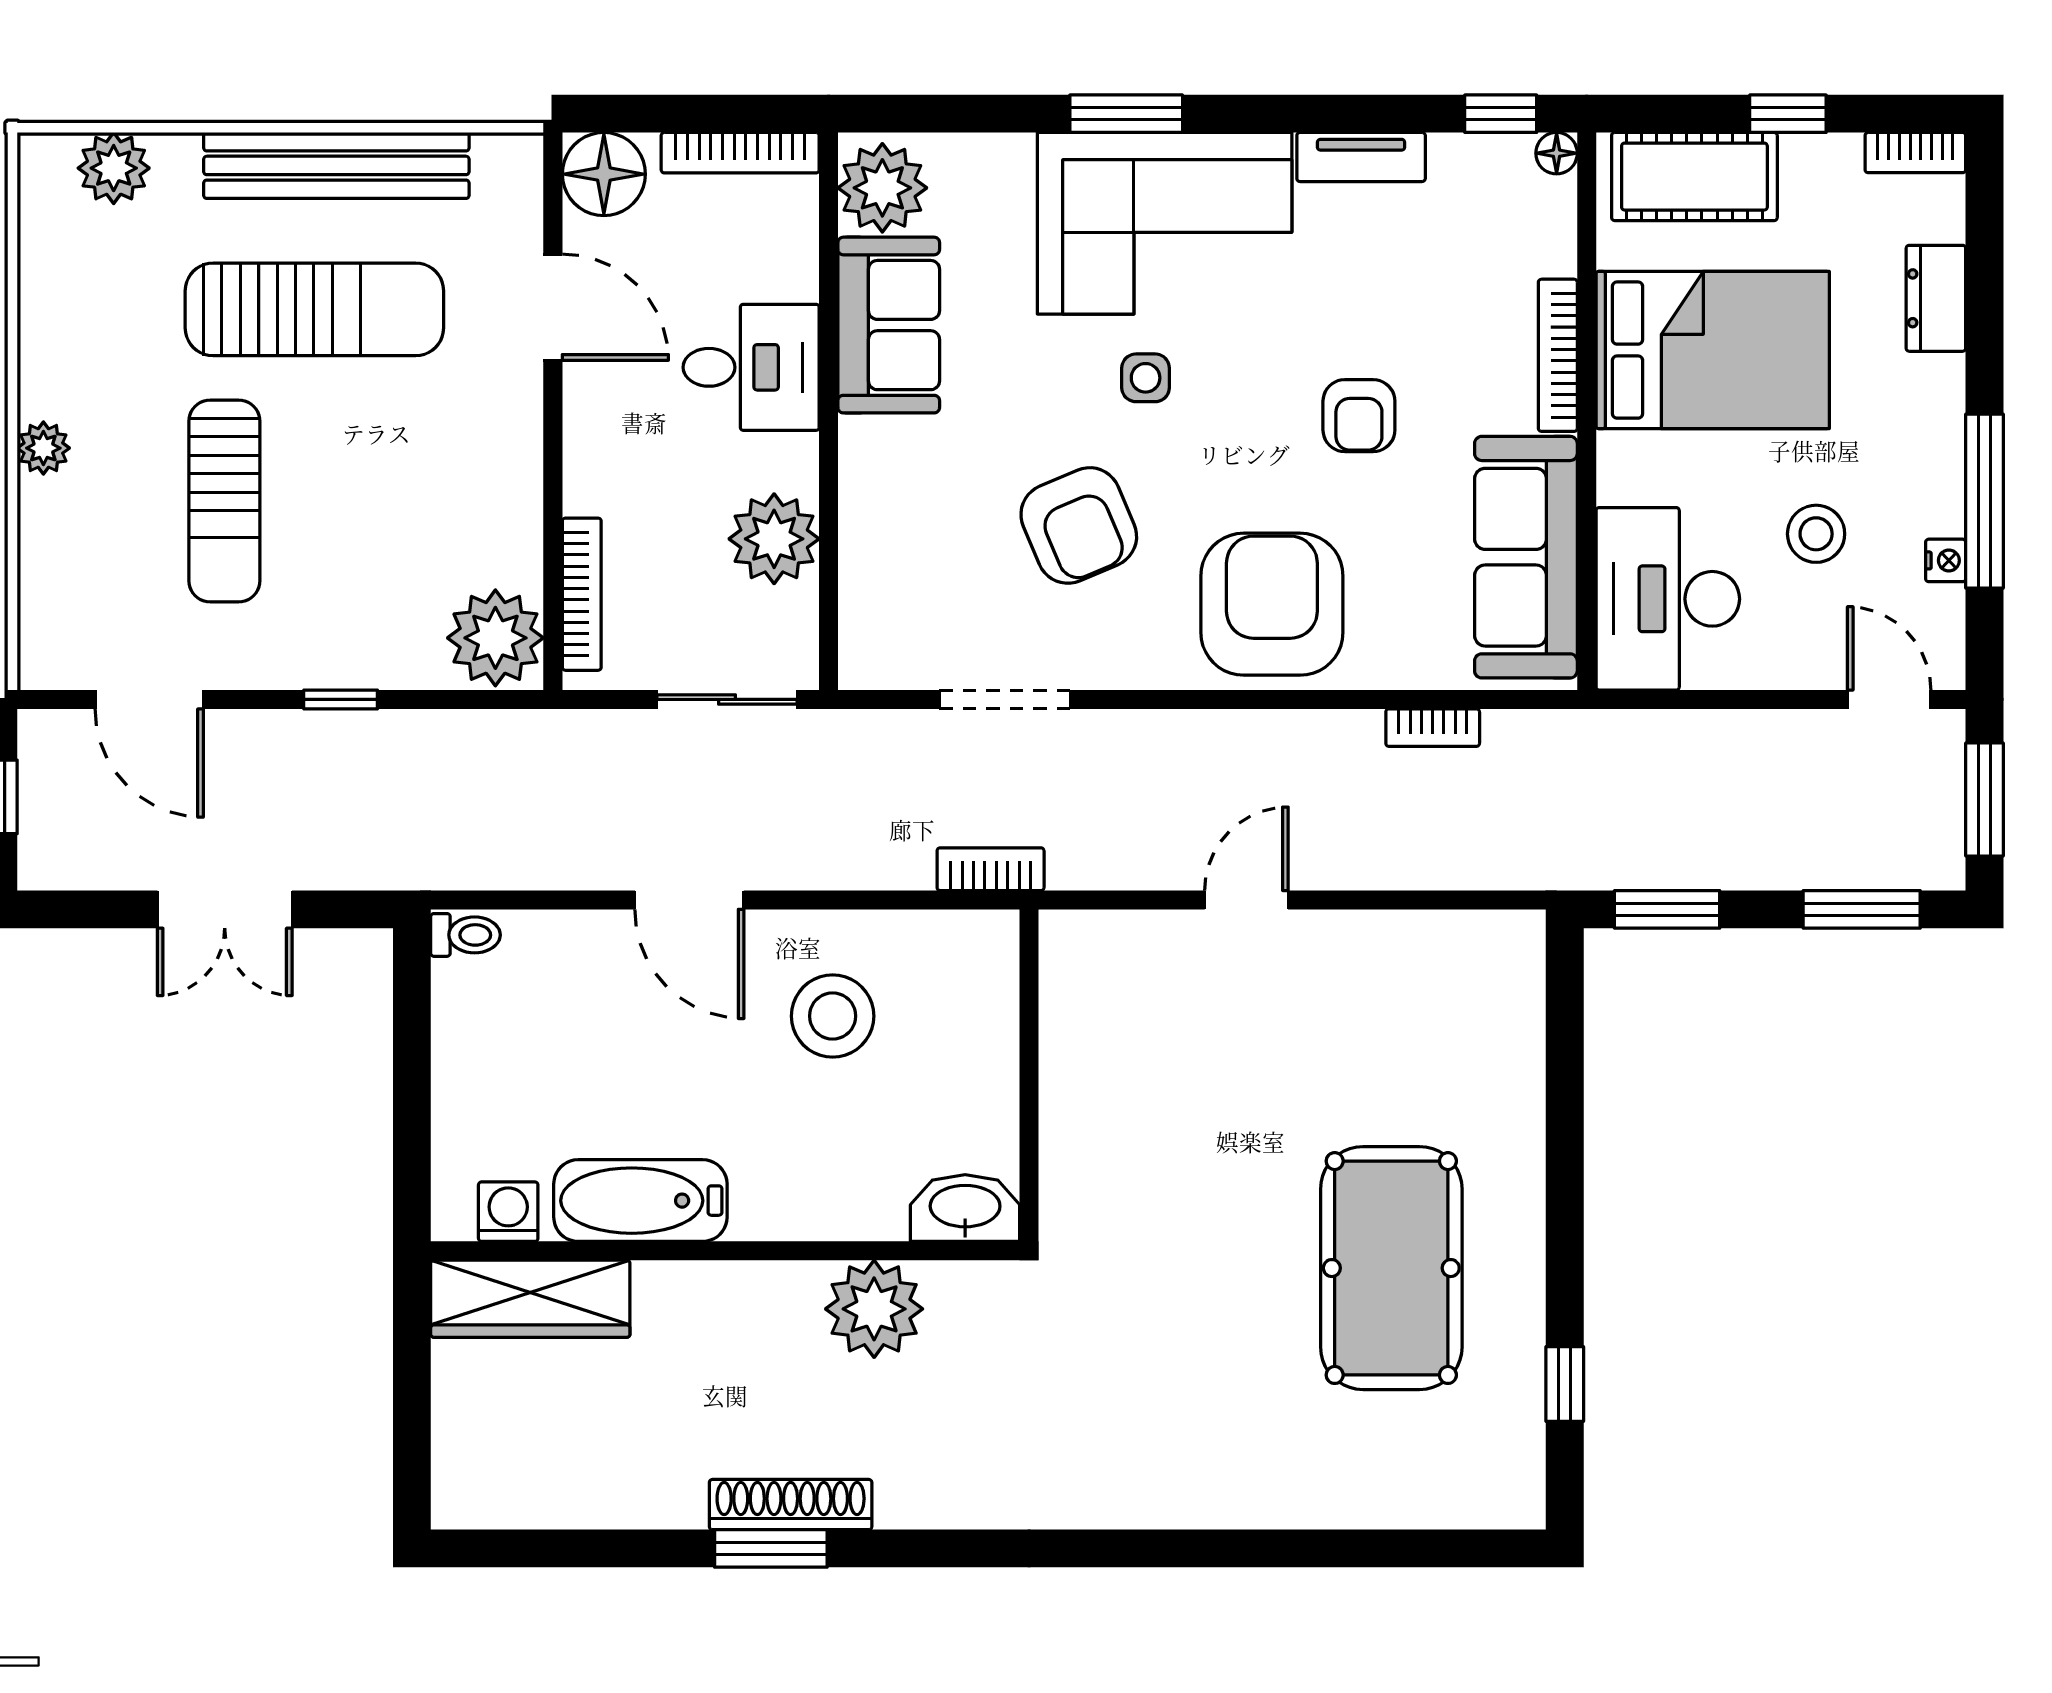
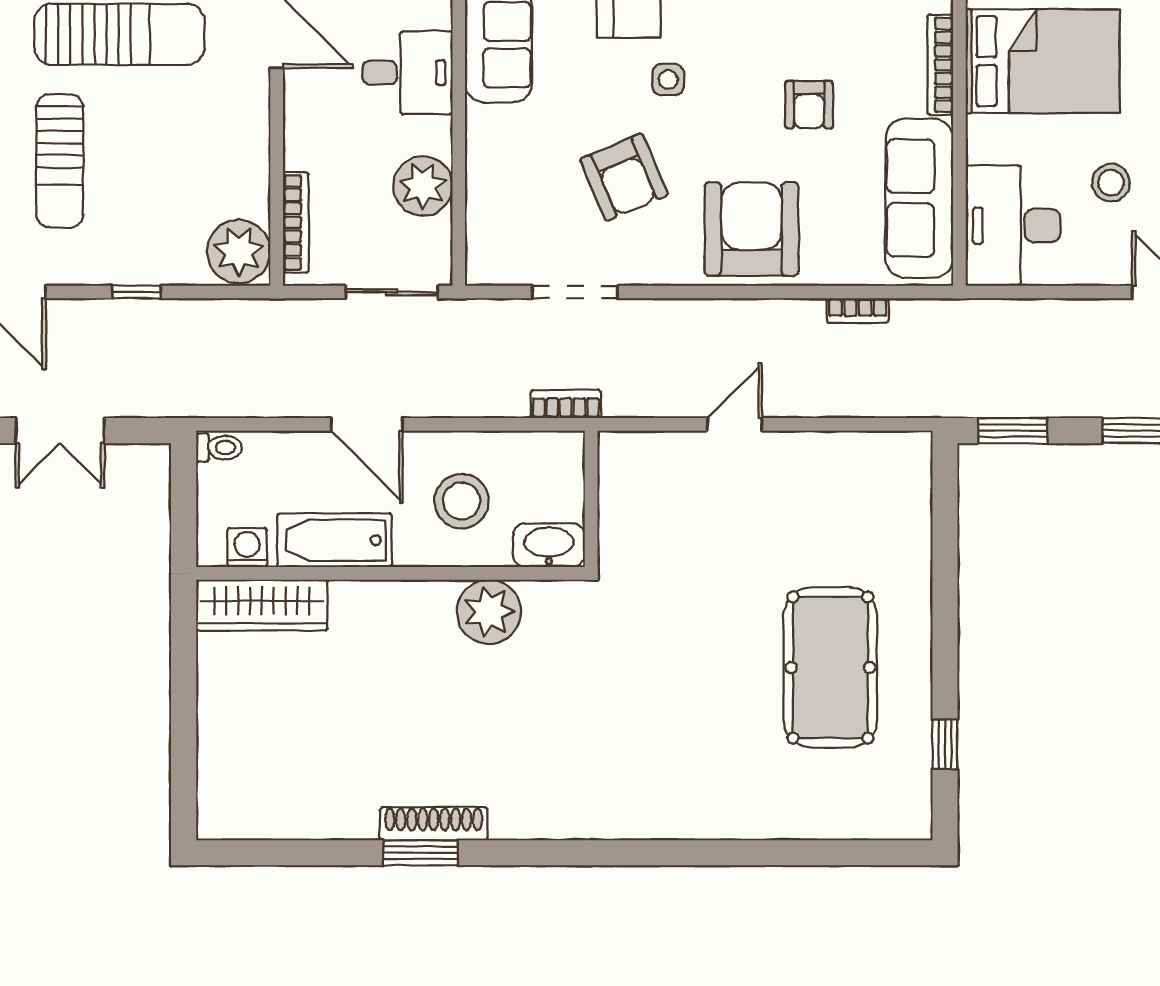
bathtub: (640, 1201) -> (335, 540), moved
washbasin: (965, 1208) -> (549, 545), moved
washing machine: (508, 1212) -> (247, 548), moved
wall: (725, 1251) -> (390, 573), moved
wardrobe: (530, 1299) -> (262, 605), moved
plant: (874, 1309) -> (489, 612), moved

